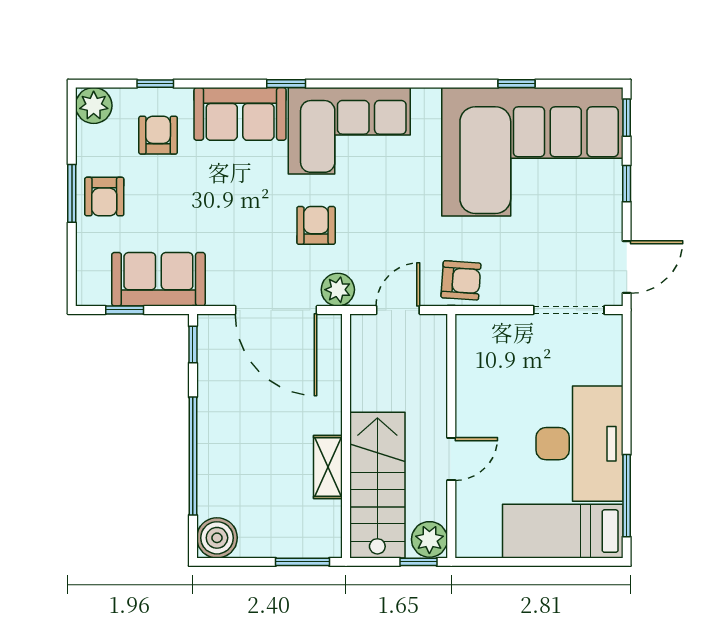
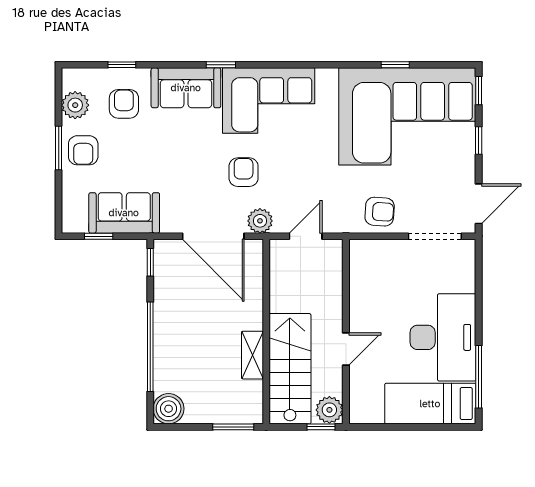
plant: (94, 106) -> (75, 105), moved
armchair: (461, 280) -> (380, 212), moved

